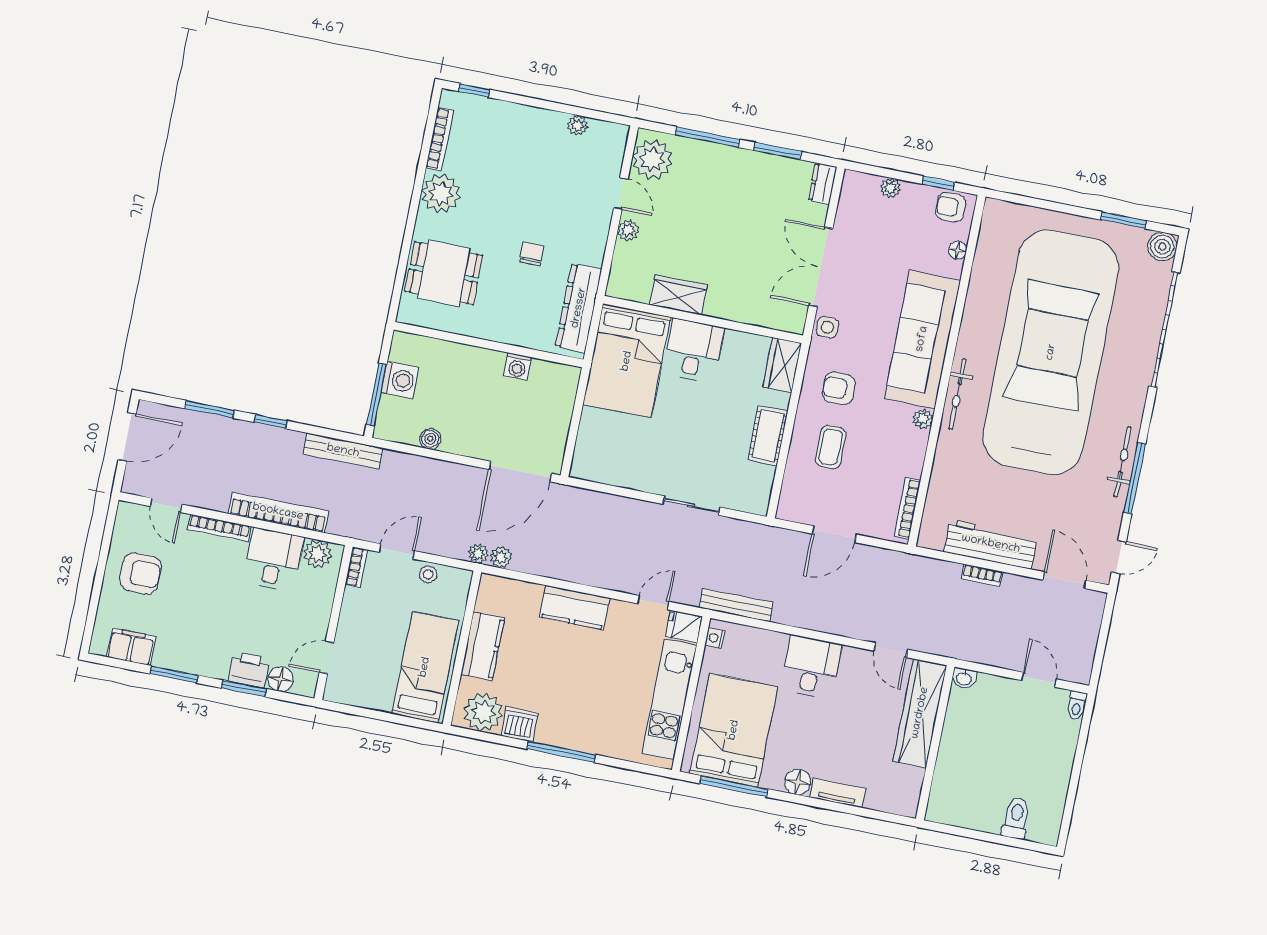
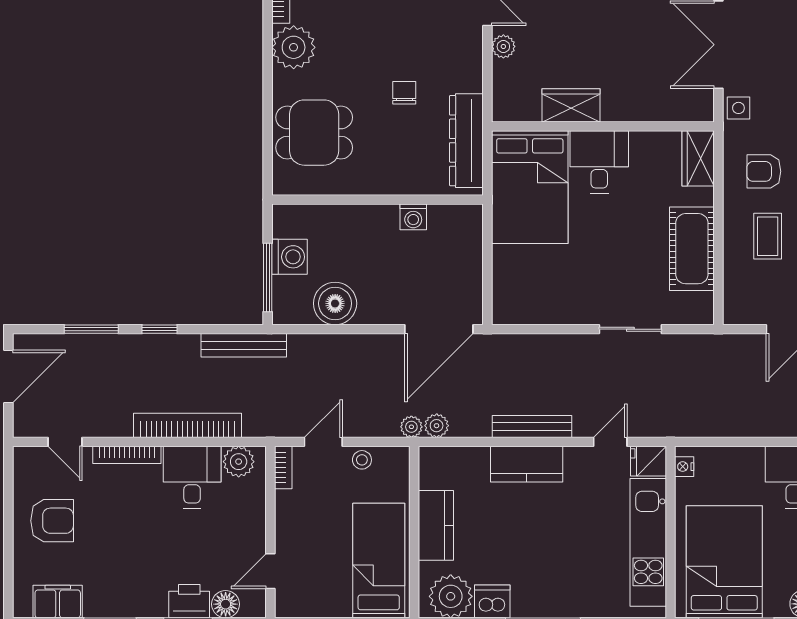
cot: (768, 436) -> (692, 249), width x1.37, depth x1.34
boiler: (430, 439) -> (335, 303), width x1.86, depth x1.86
bench: (736, 605) -> (532, 427), moved

